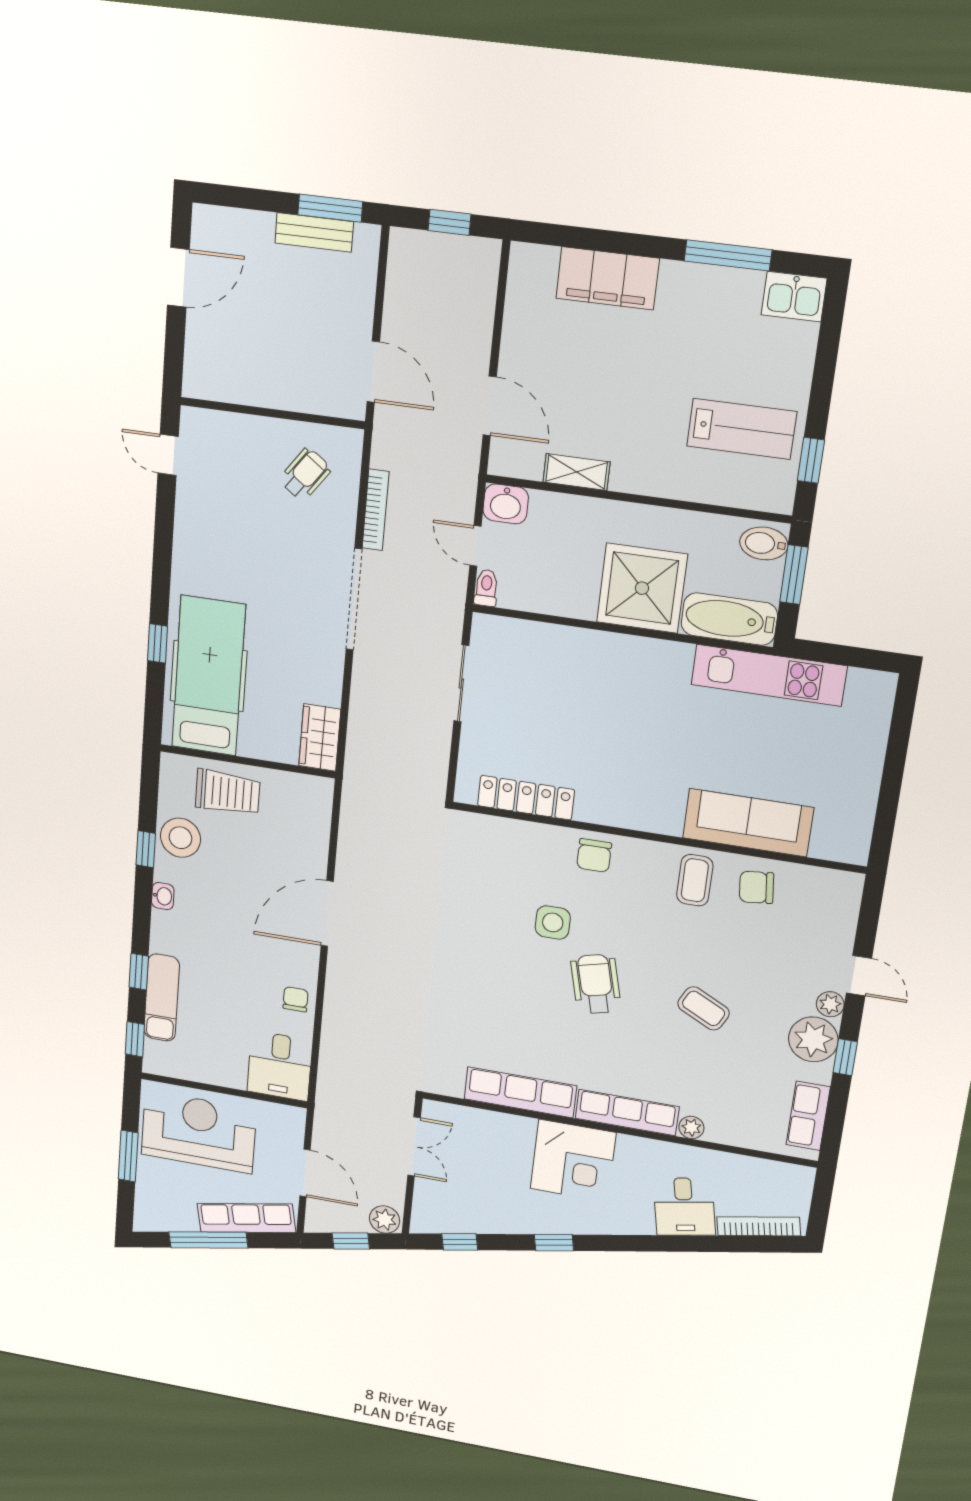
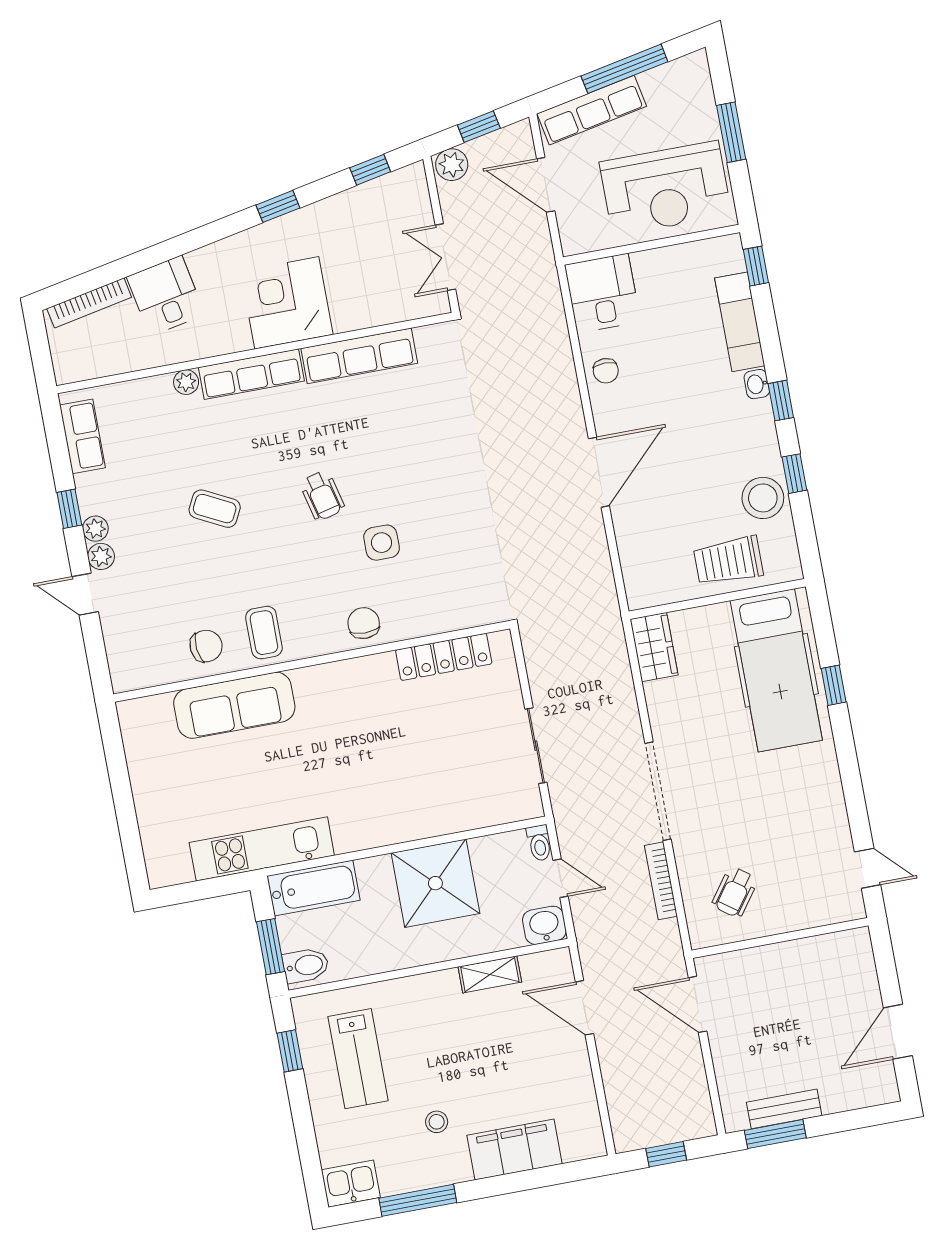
stool: (680, 335) -> (437, 1122), added
lab bench: (742, 429) -> (358, 1059), turned -90
shower: (642, 588) -> (435, 883), moved
washbasin: (163, 896) -> (757, 384), moved
window: (139, 972) -> (781, 401), moved
wheelchair: (596, 984) -> (322, 496), width x0.73, depth x0.73
plant: (813, 1039) -> (95, 529), width x0.53, depth x0.53

